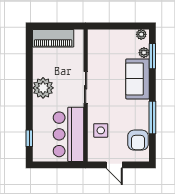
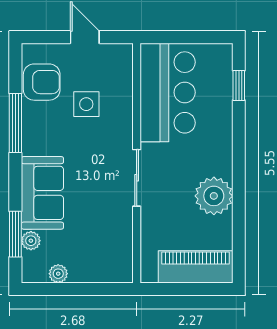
plant: (141, 34) -> (58, 274), moved
plant: (43, 88) -> (214, 196), moved
side table: (101, 130) -> (86, 104), moved
armchair: (138, 140) -> (42, 82), turned 90

